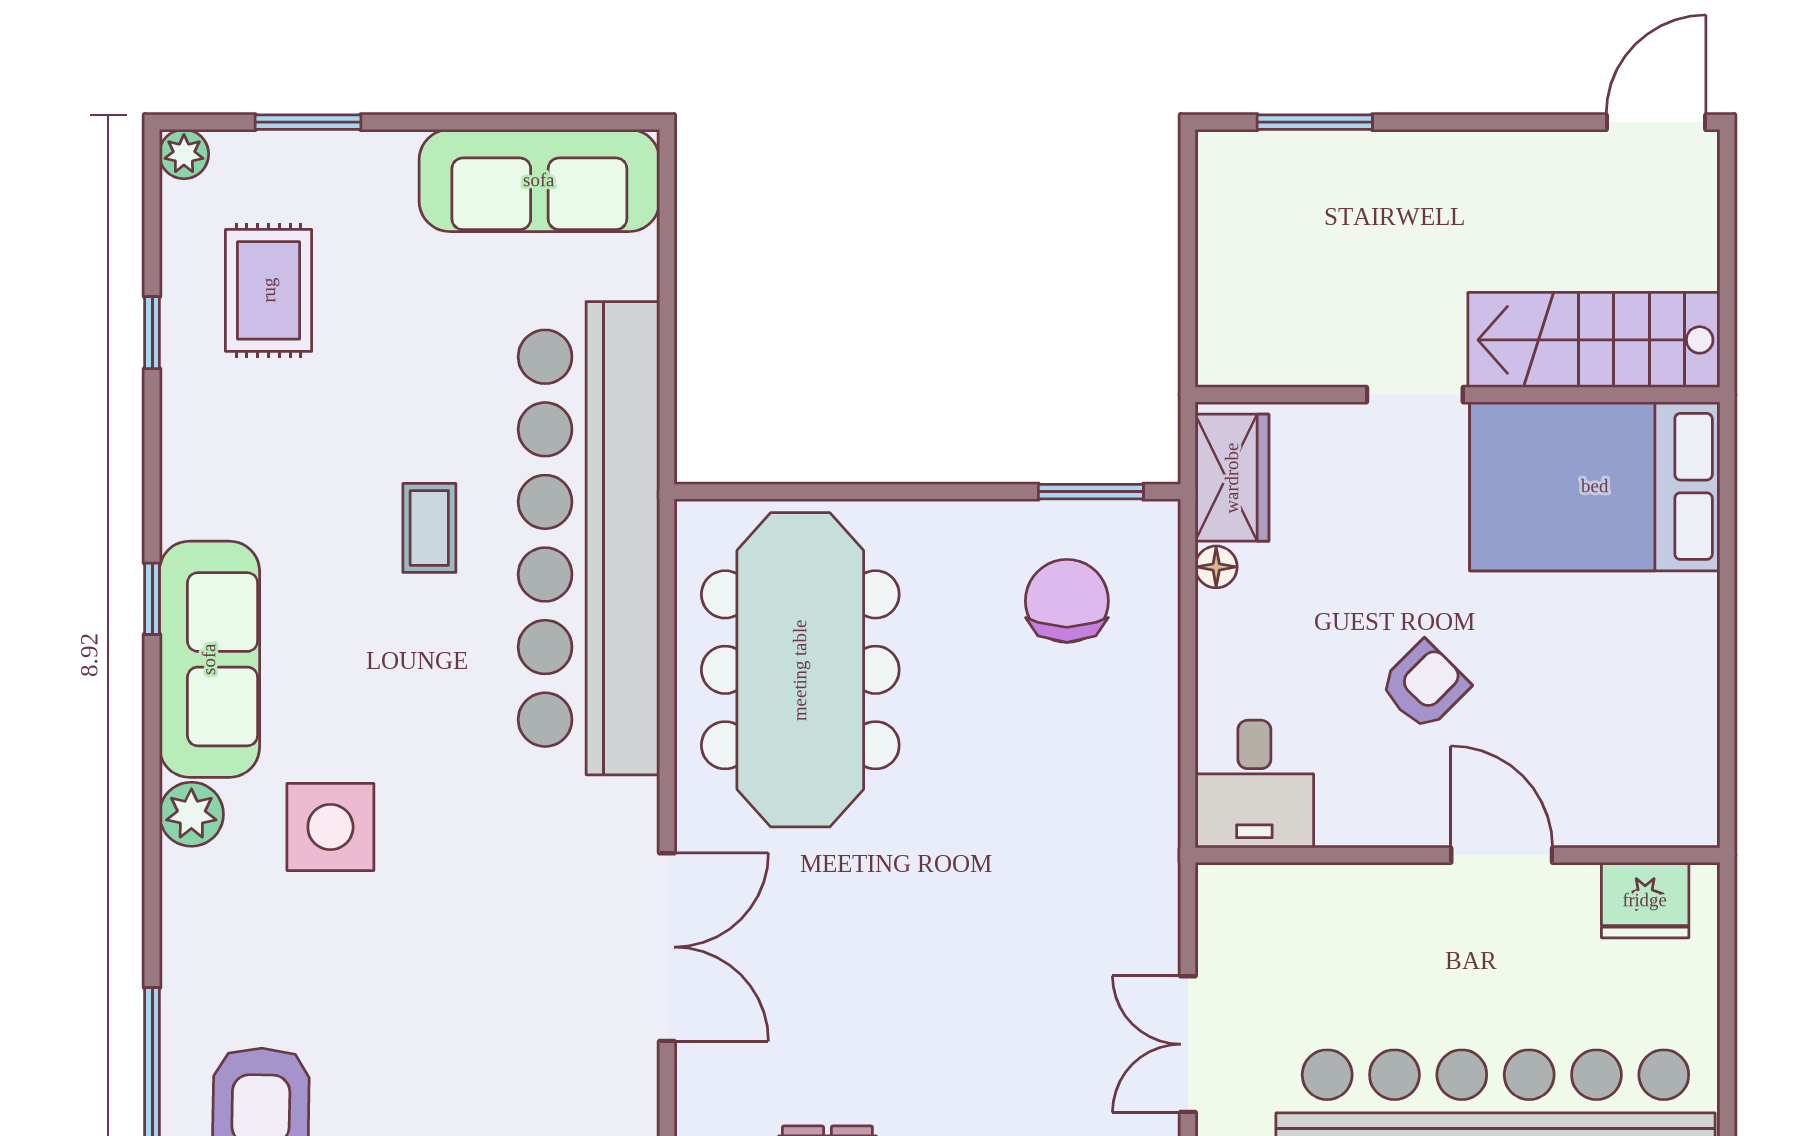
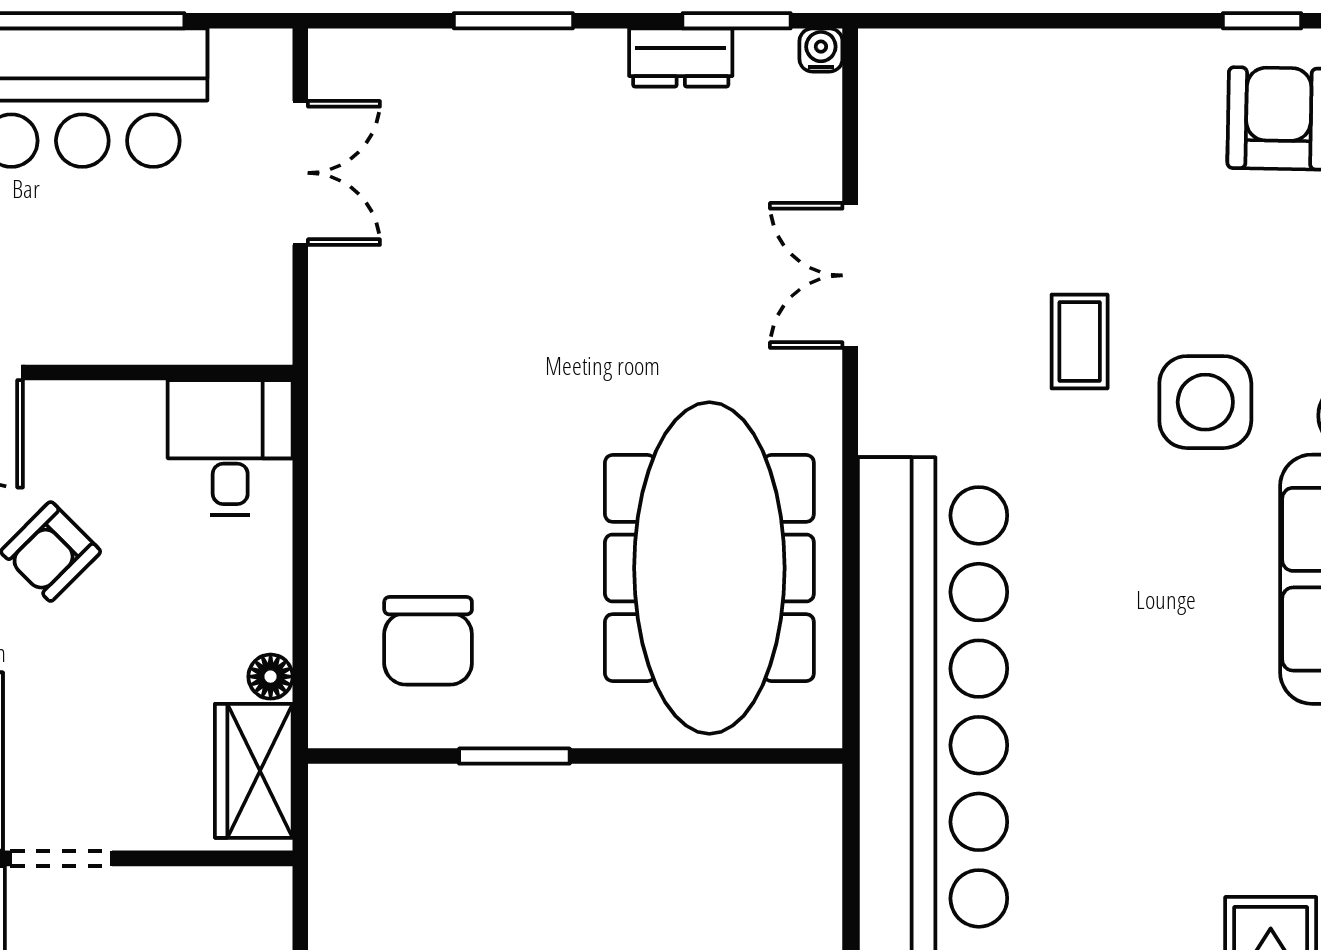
window: (1091, 492) -> (514, 756), moved
coffee table: (429, 528) -> (1080, 342), moved
double door: (667, 947) -> (850, 275), width x0.73

